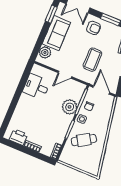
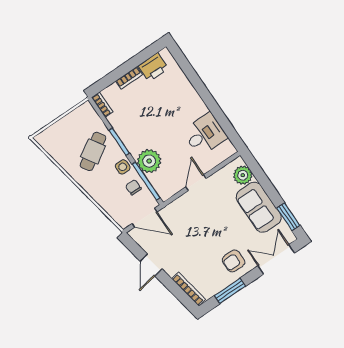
coffee table: (92, 60) -> (192, 232), removed

